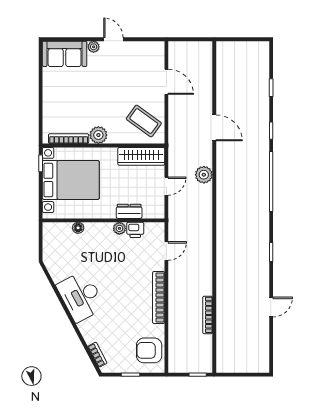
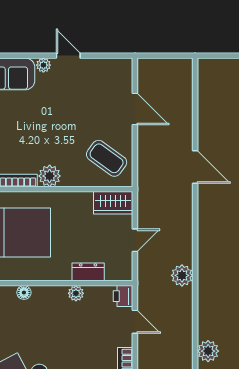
wardrobe: (141, 156) -> (113, 203), width x0.67
plant: (204, 175) -> (182, 275), moved
printer: (135, 230) -> (123, 296), moved, turned 90
door: (166, 251) -> (135, 322), hinge flipped
plant: (225, 274) -> (208, 351), added

